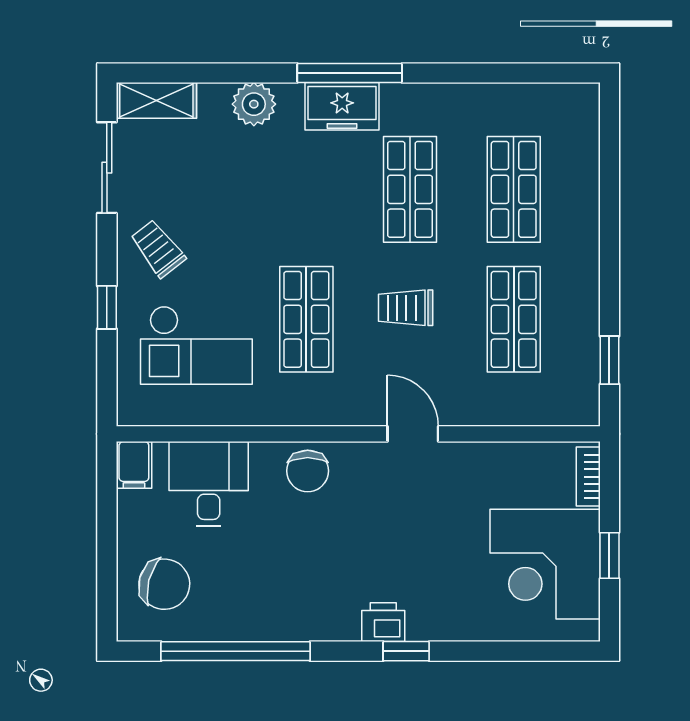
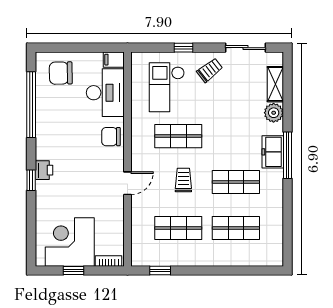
shelving: (156, 100) -> (275, 84), moved
desk: (209, 484) -> (105, 93), width x1.37
chair: (164, 584) -> (61, 73), turned 74

